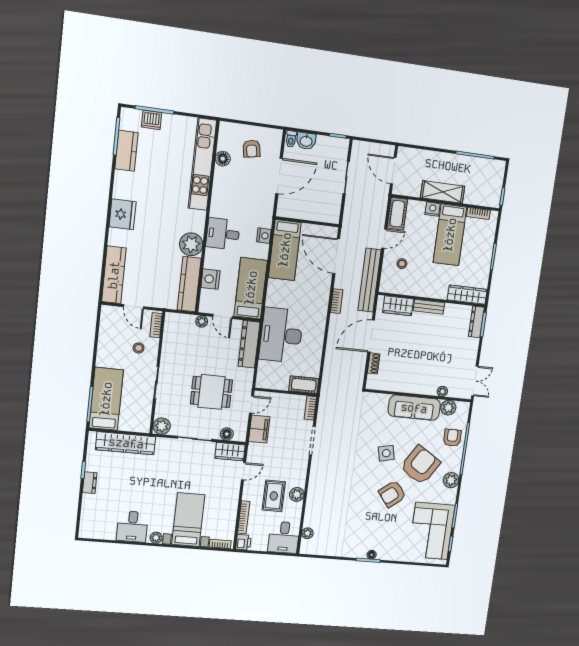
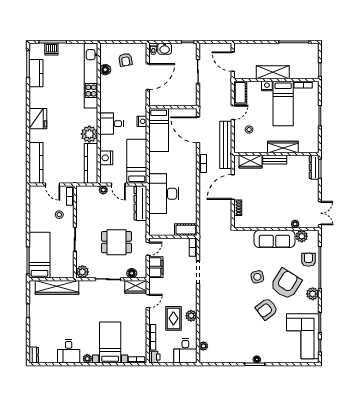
wardrobe: (467, 295) -> (283, 147), moved
dresser: (90, 483) -> (34, 355), moved

